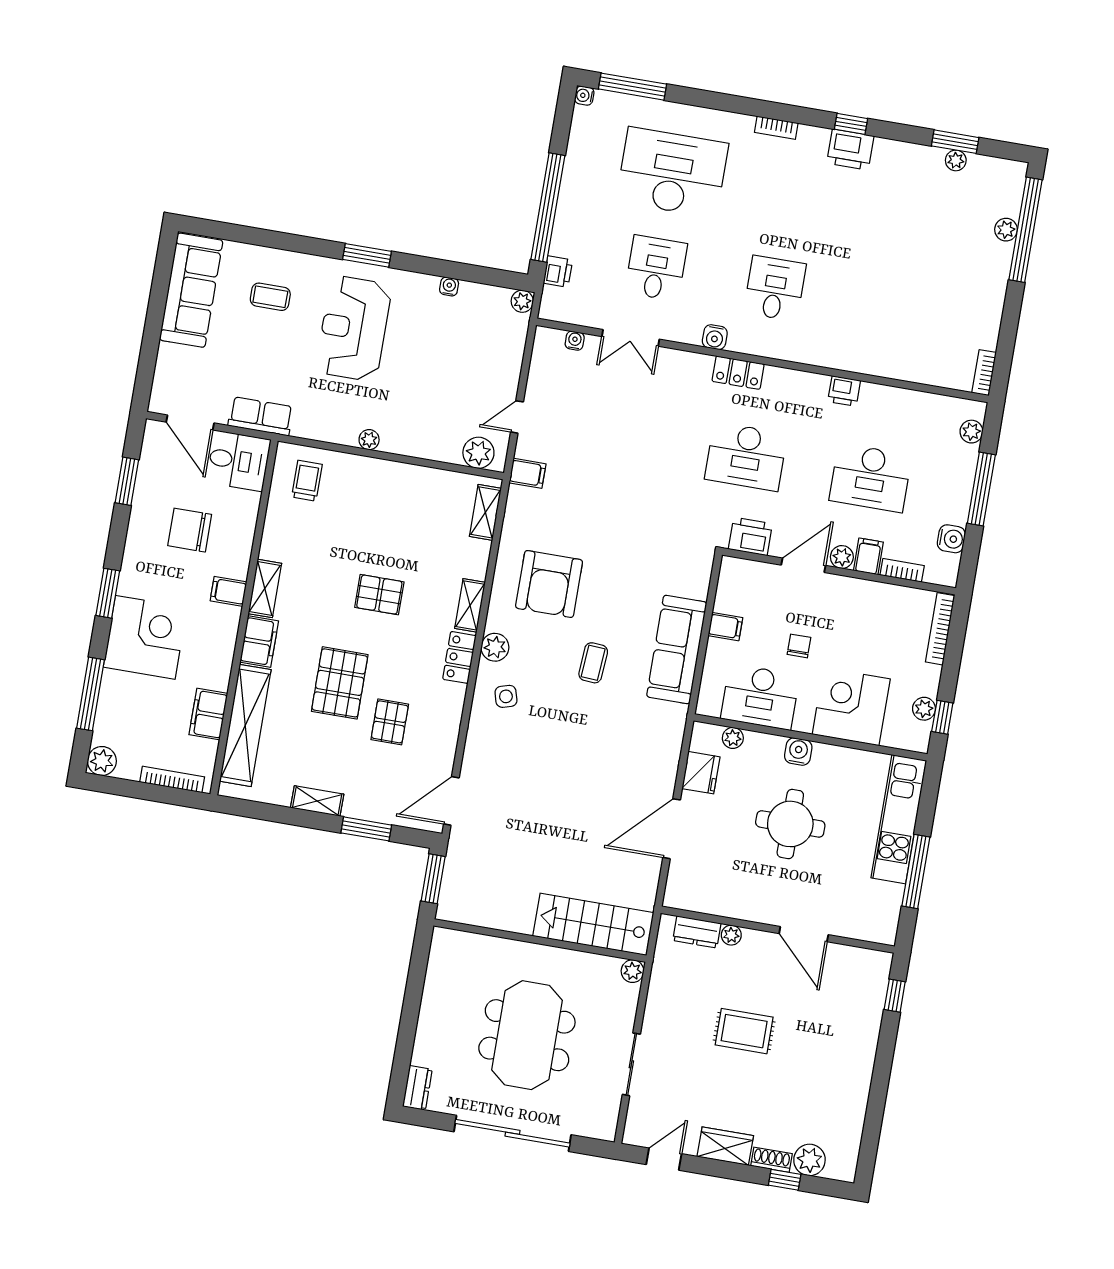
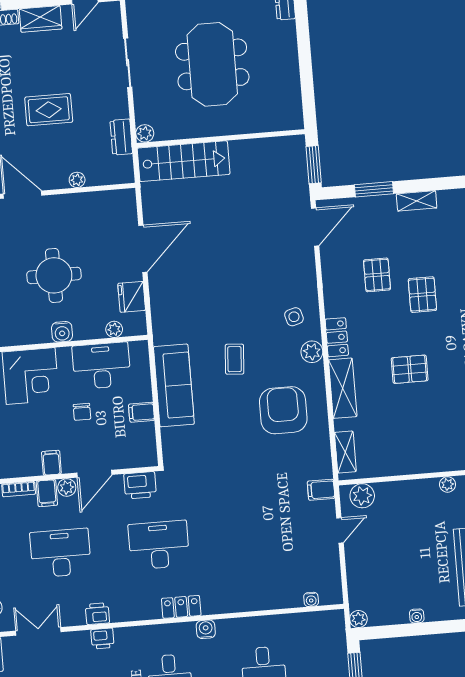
printer: (558, 272) -> (102, 639), moved, turned -90
double door: (631, 338) -> (38, 631), moved
filing cabinet: (853, 593) -> (51, 463), added
shelving: (470, 605) -> (343, 388), width x1.50, depth x1.33
pallet: (340, 683) -> (422, 295), width x0.67, depth x0.71
dresser: (697, 932) -> (121, 137), moved, turned -90

